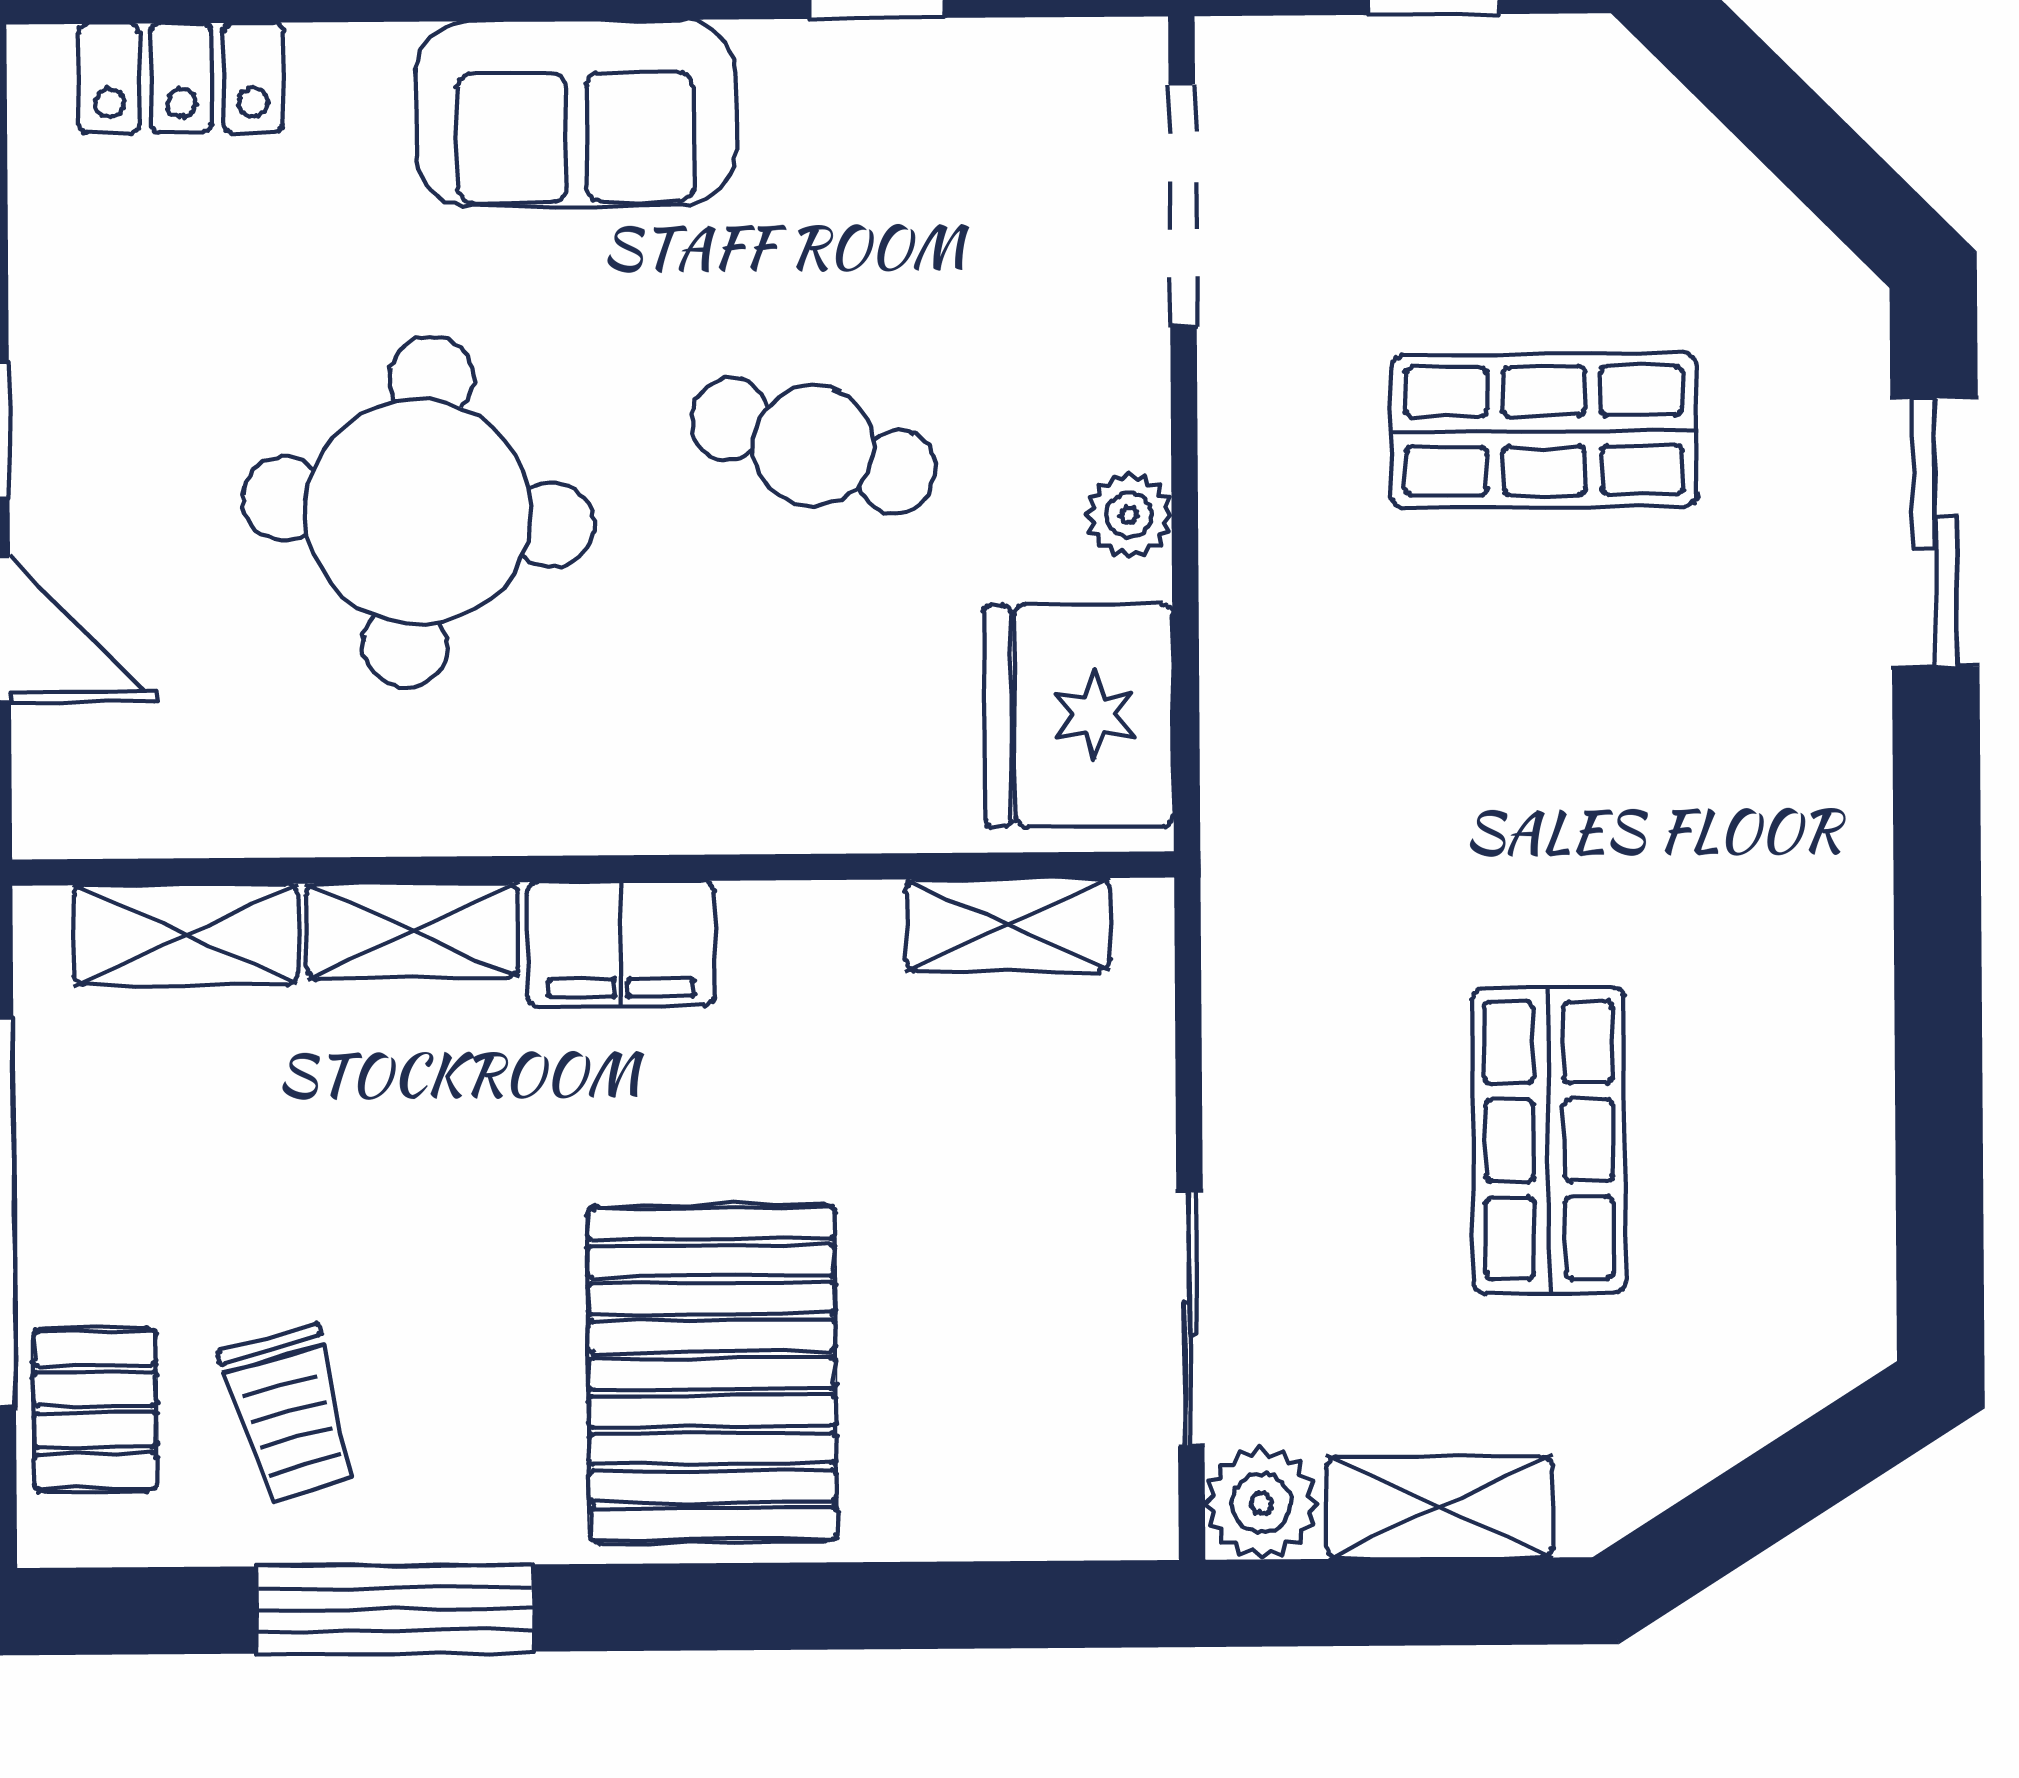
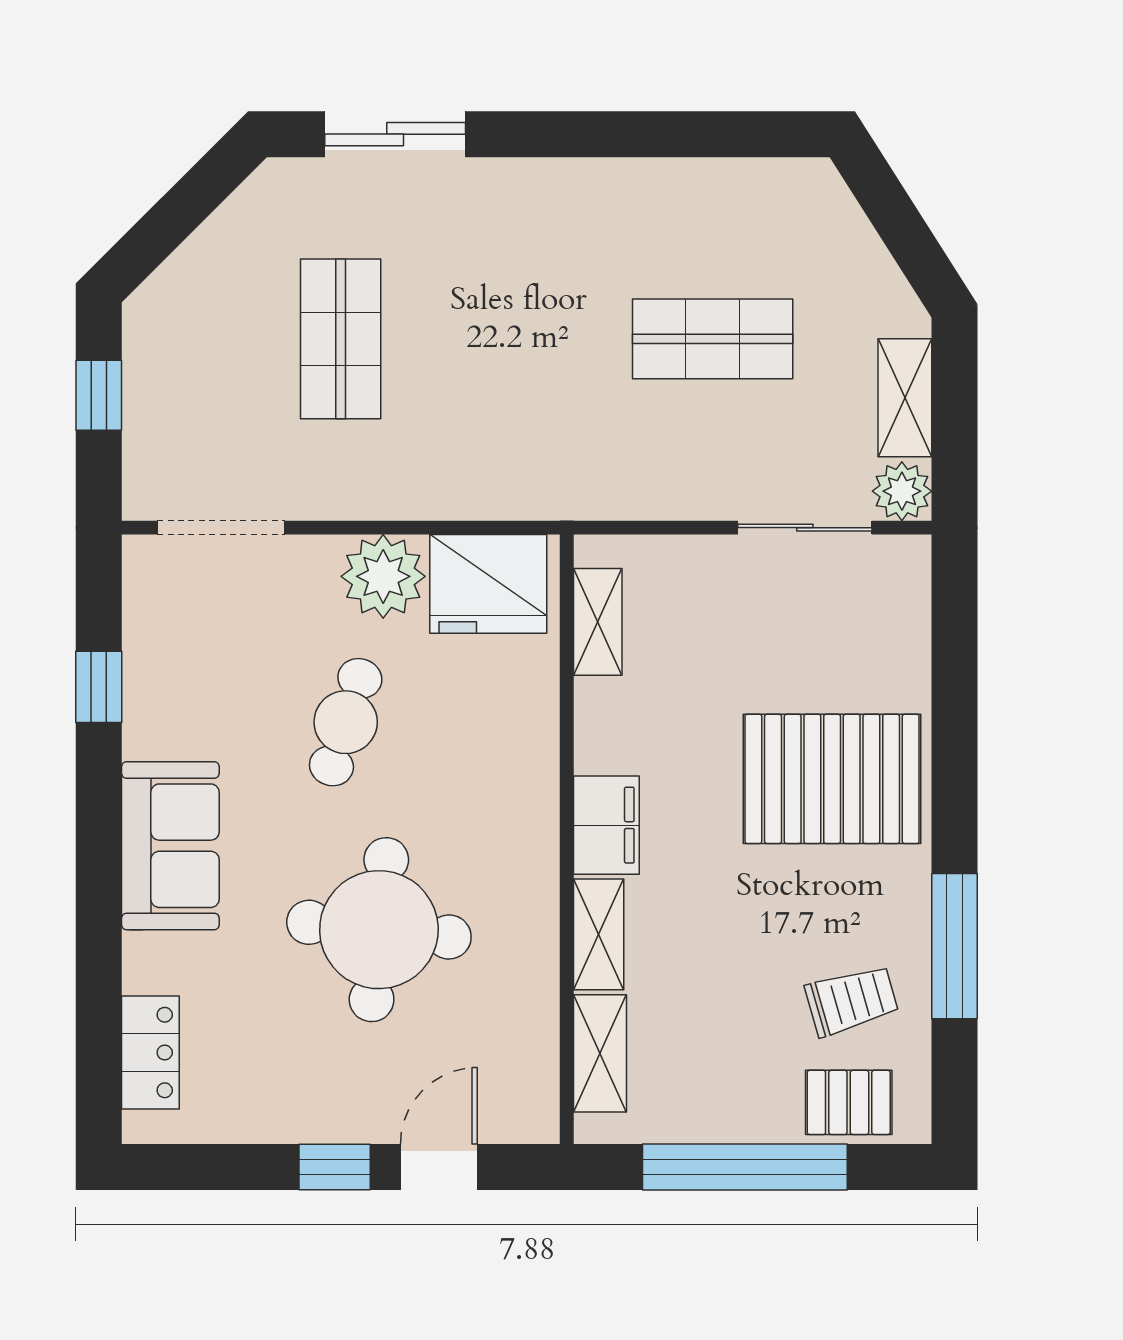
plant: (1129, 515) -> (383, 576), width x1.87, depth x1.87

